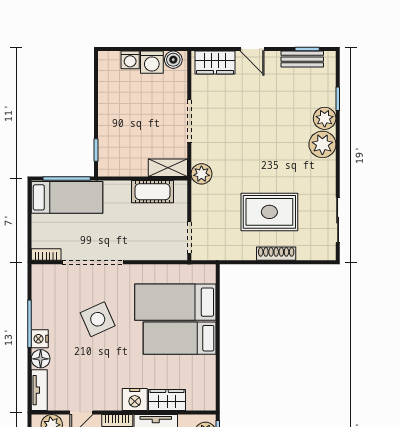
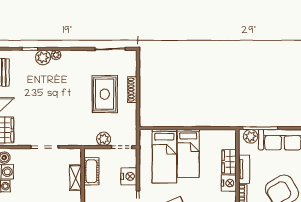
plant: (322, 144) -> (56, 55), width x0.53, depth x0.53
shelving: (168, 168) -> (76, 178), moved
plant: (201, 174) -> (104, 139), moved
nightstand: (145, 248) -> (129, 176), added

